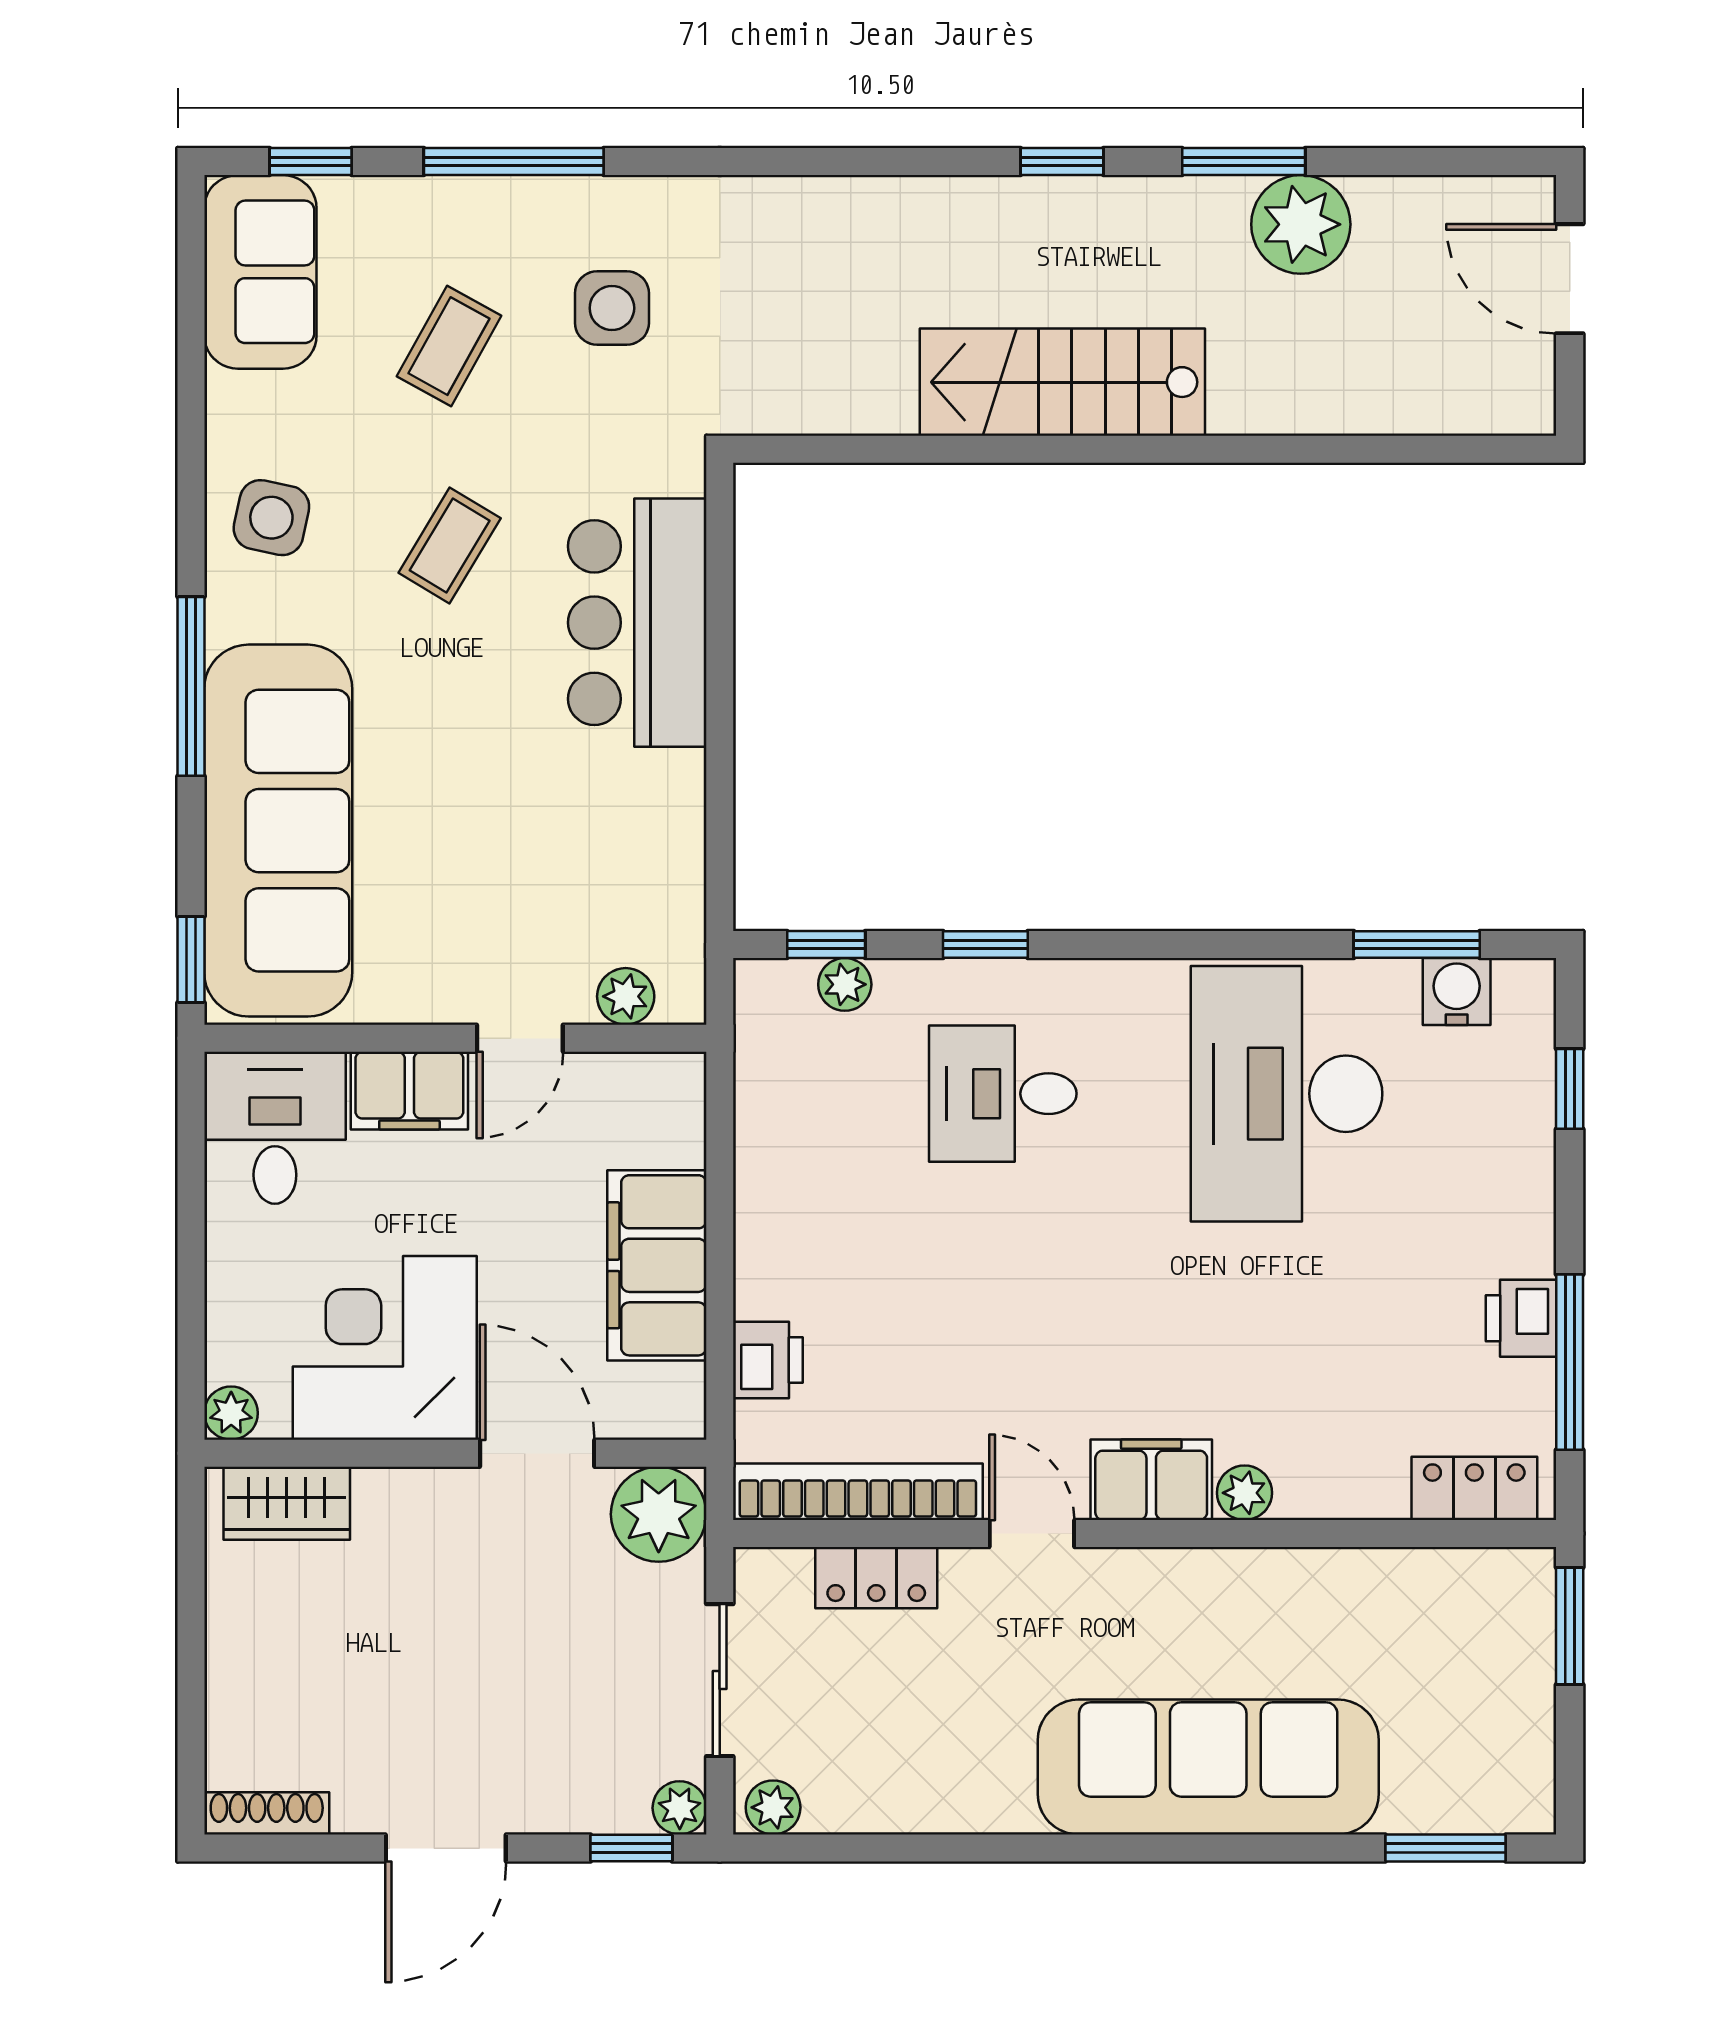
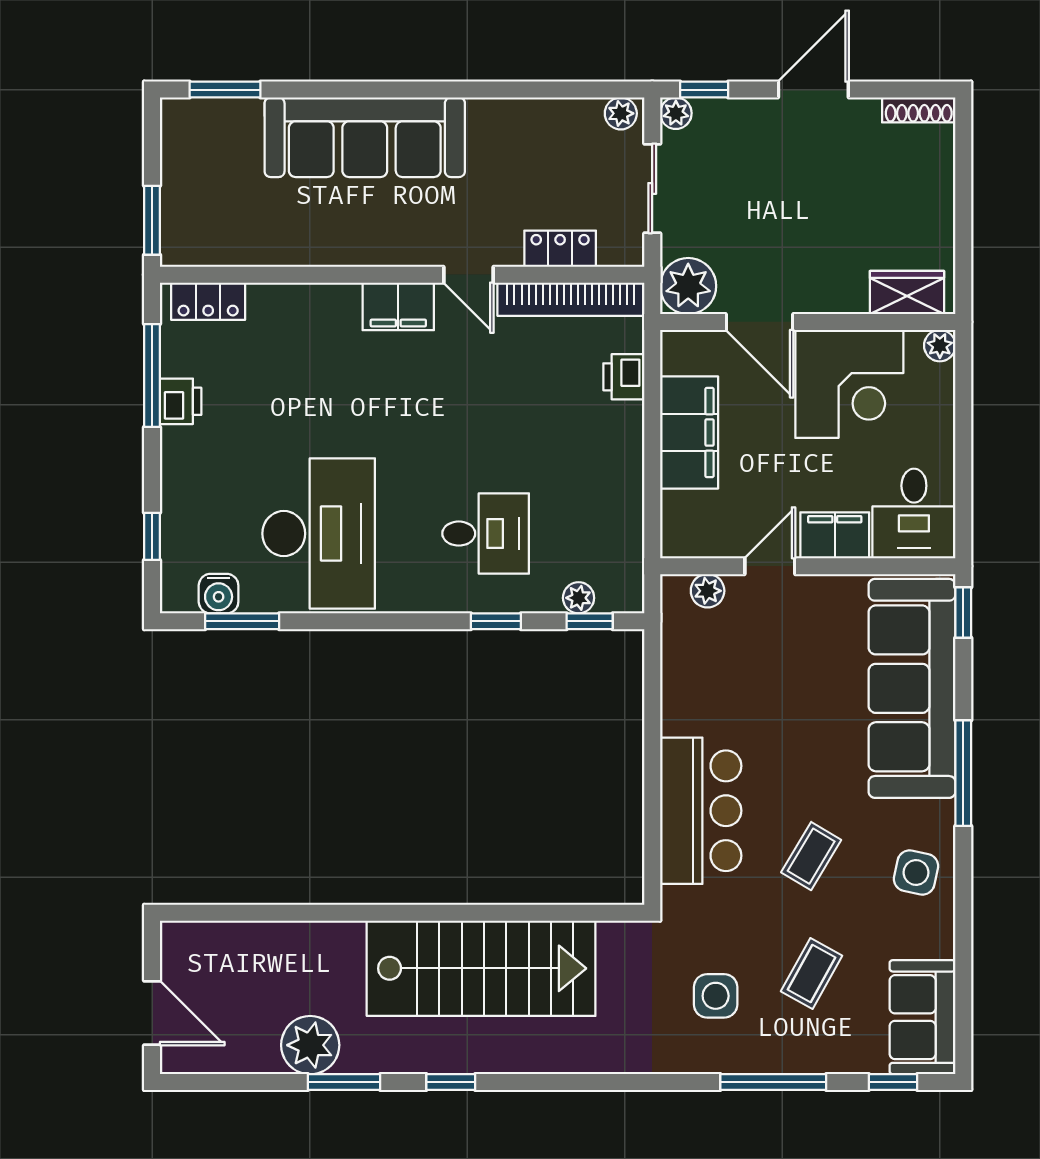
stairs: (1062, 382) -> (481, 968), width x1.36, depth x1.51
plant: (1245, 1493) -> (343, 299), removed

